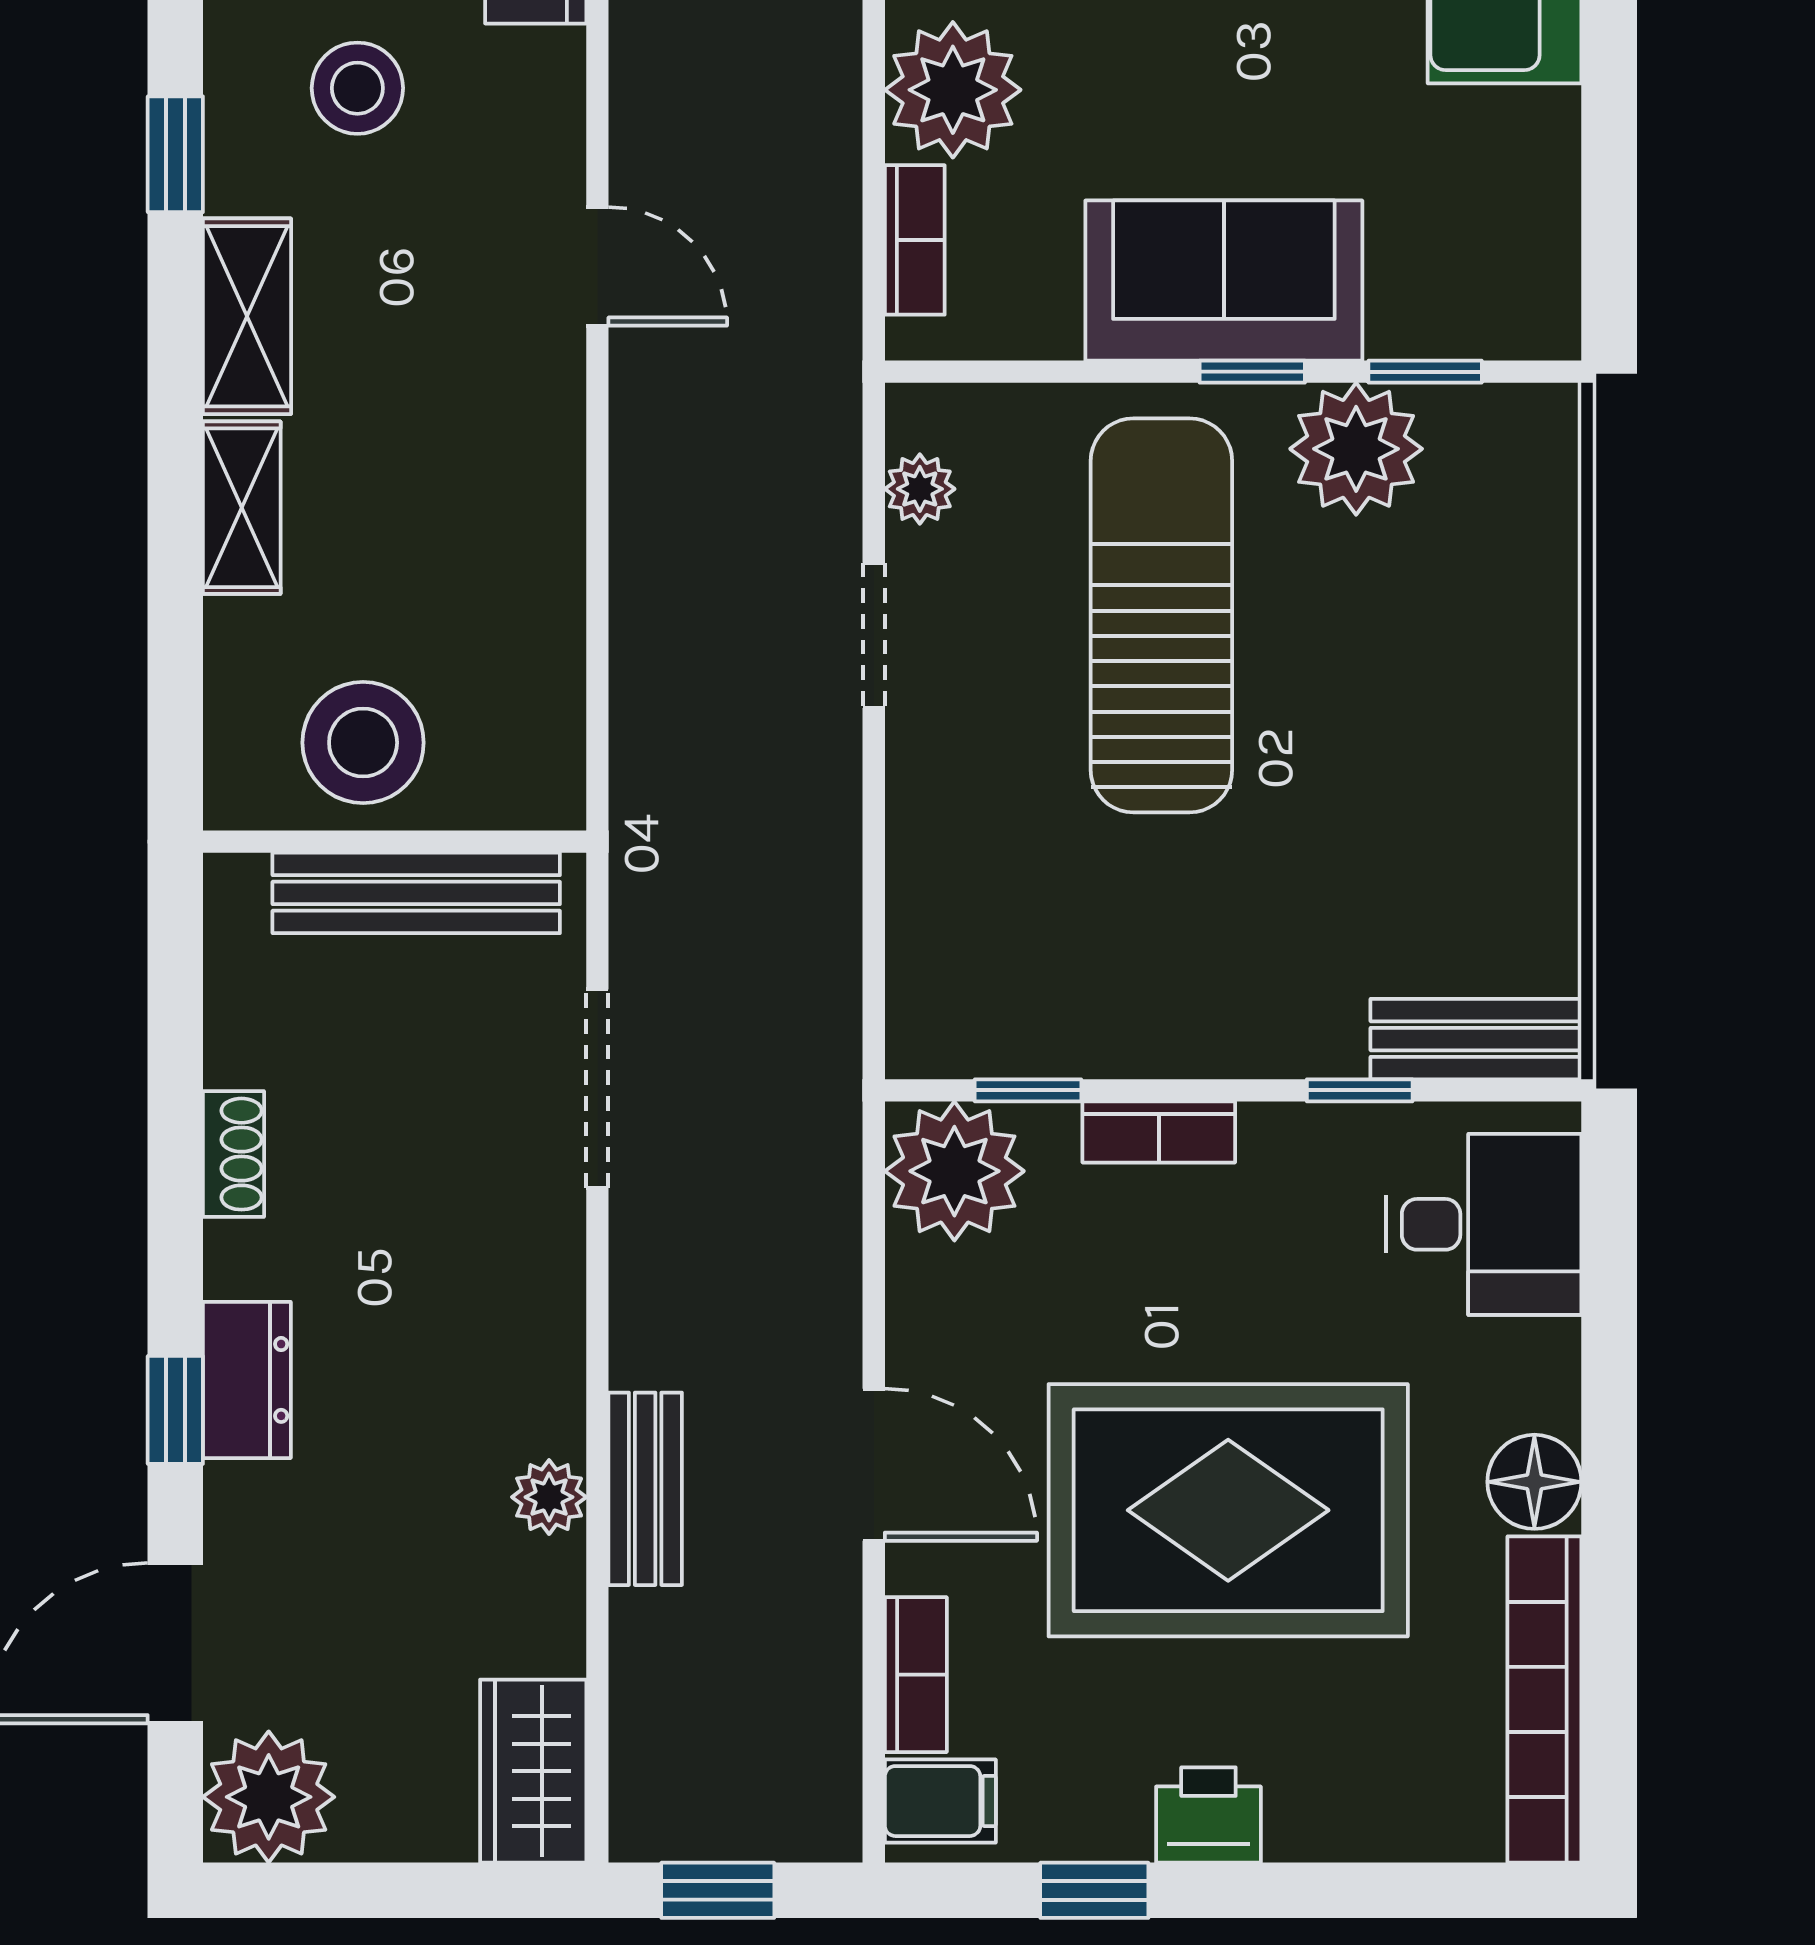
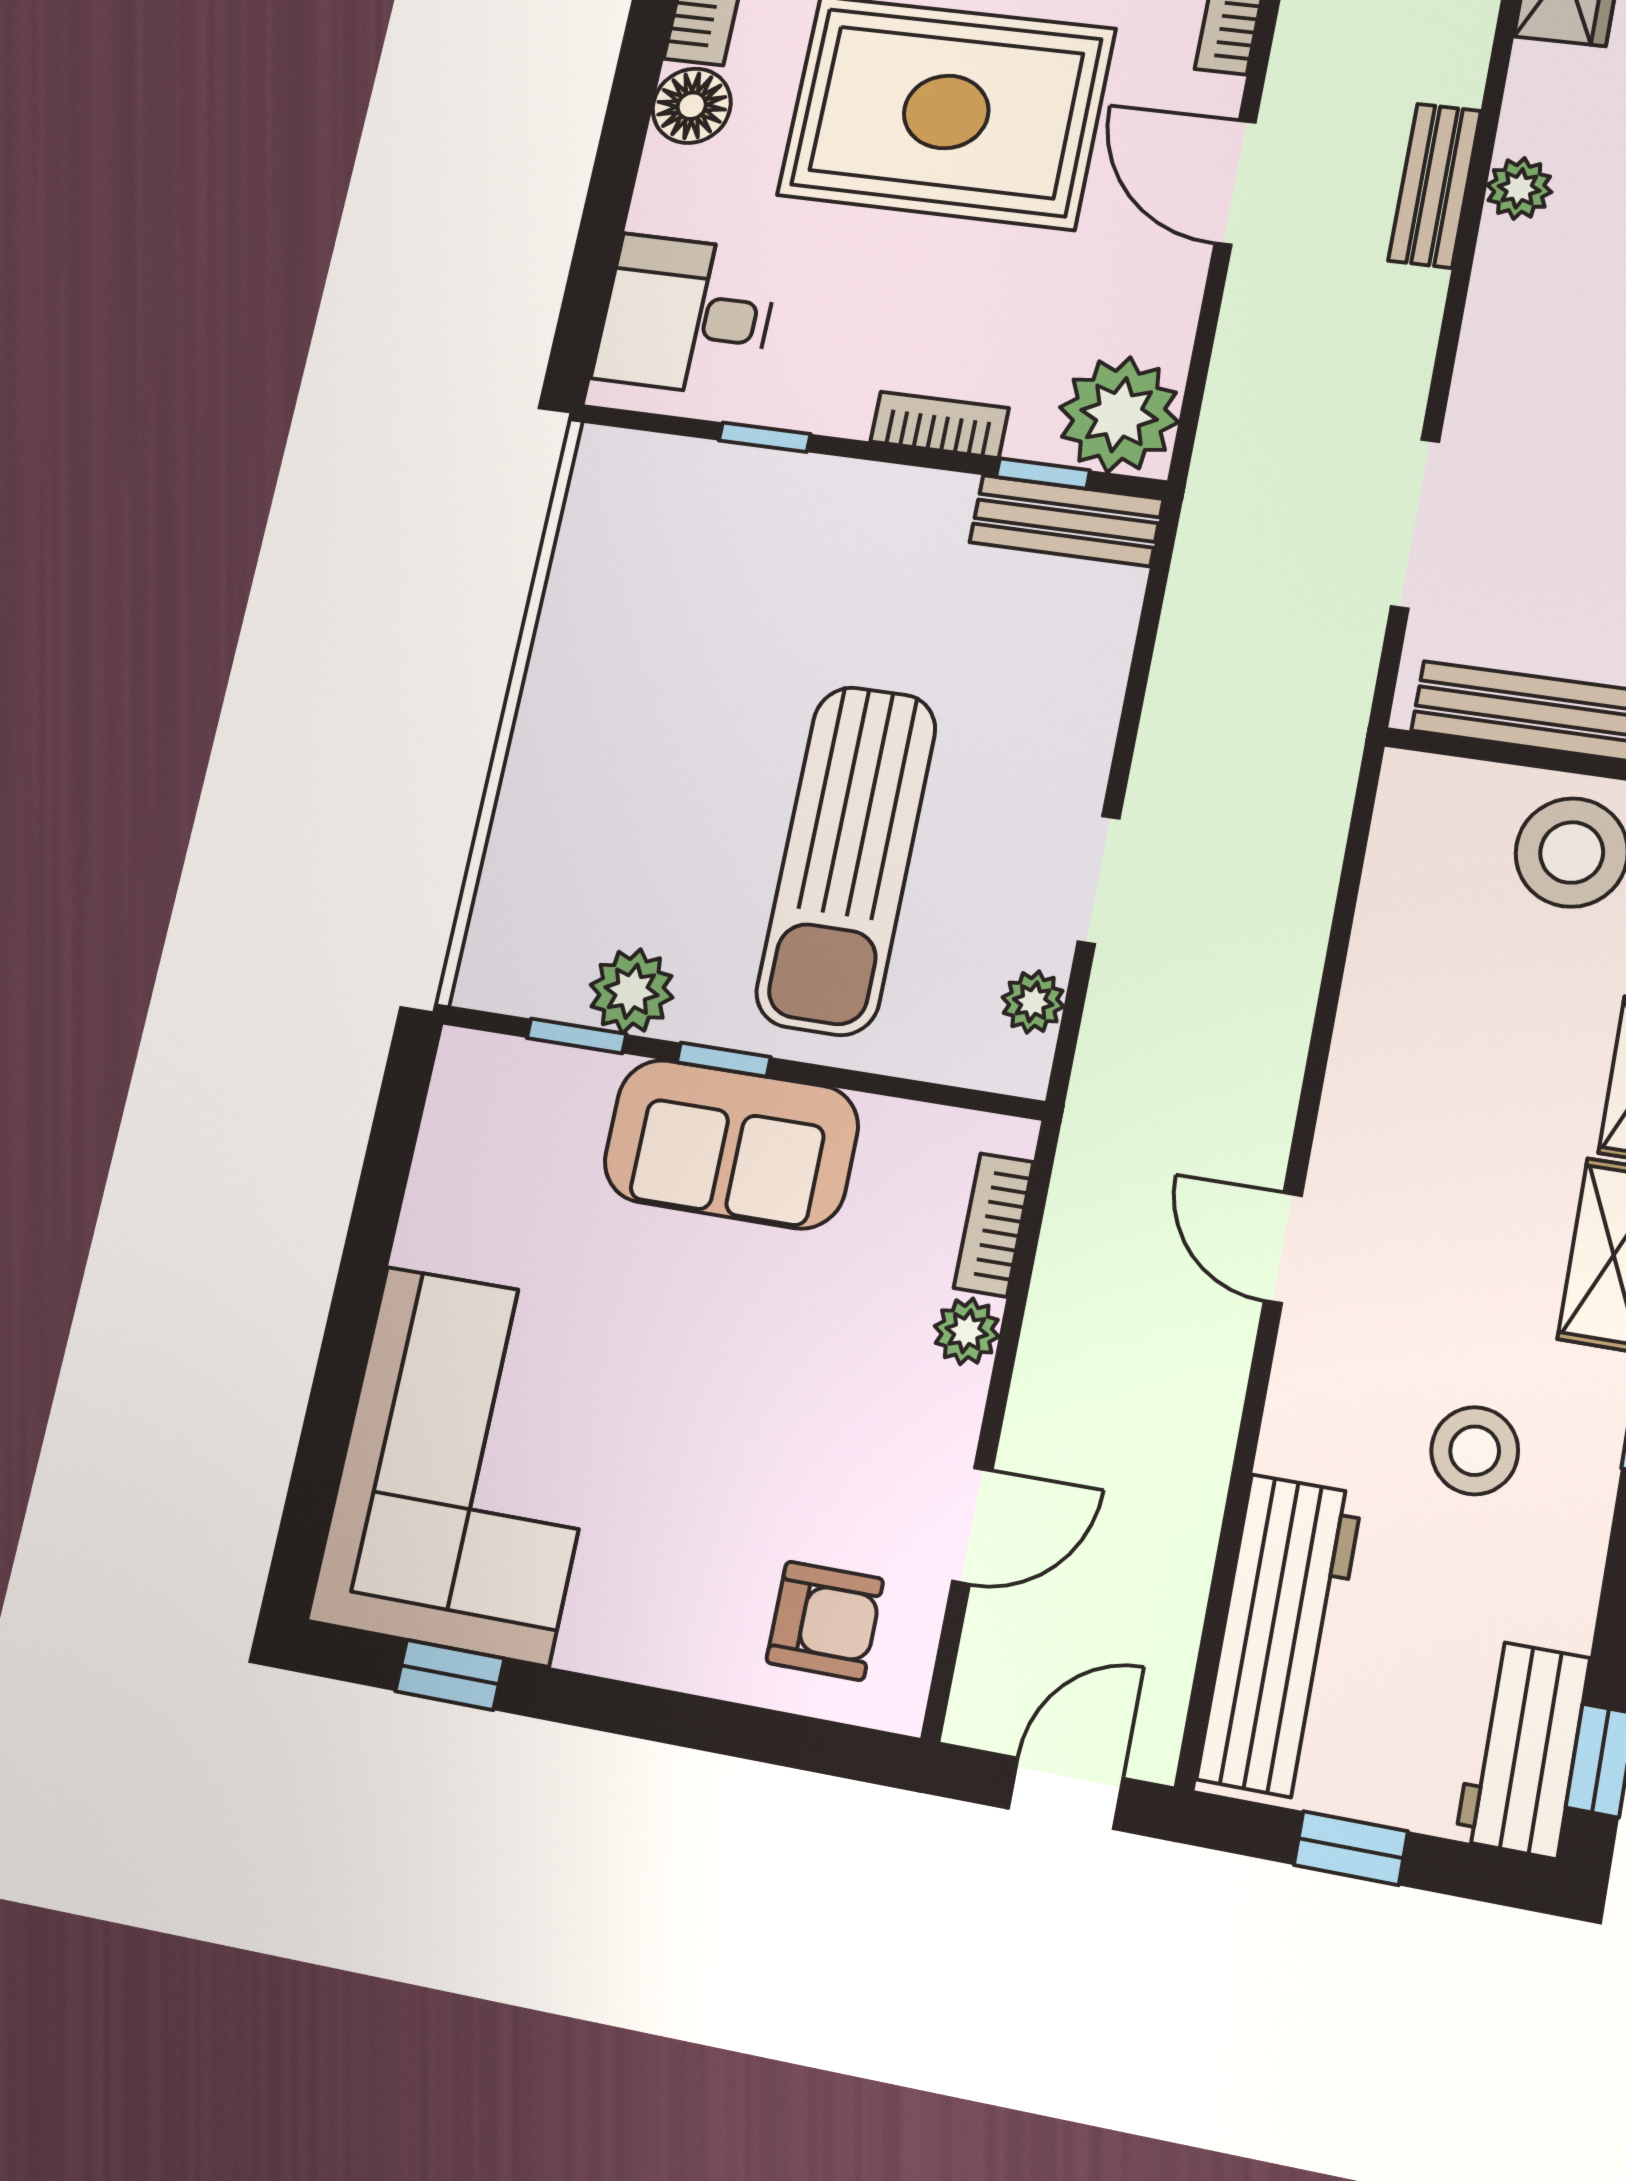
plant: (953, 90) -> (967, 1331), width x0.53, depth x0.53
plant: (1356, 449) -> (631, 991), width x0.73, depth x0.73
bench: (1476, 1039) -> (1066, 521), moved

